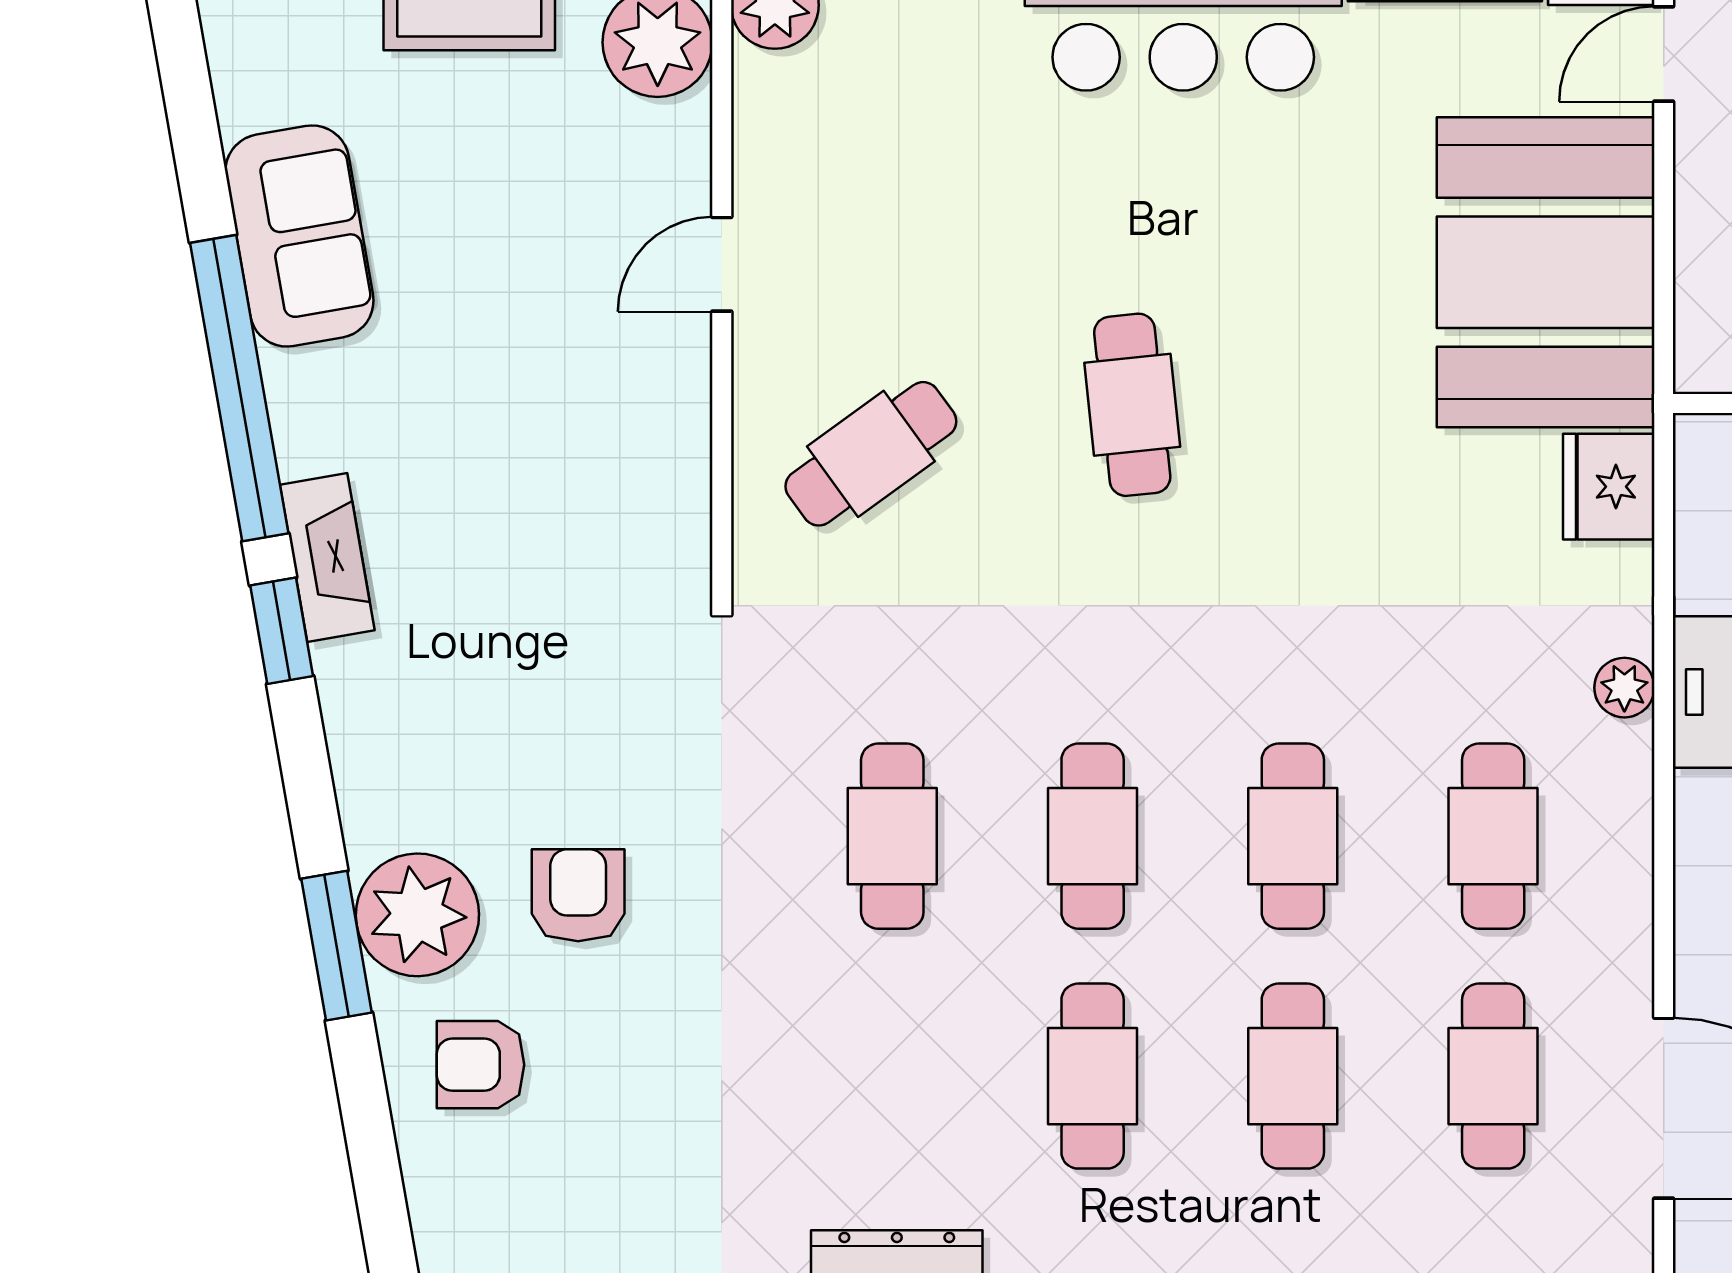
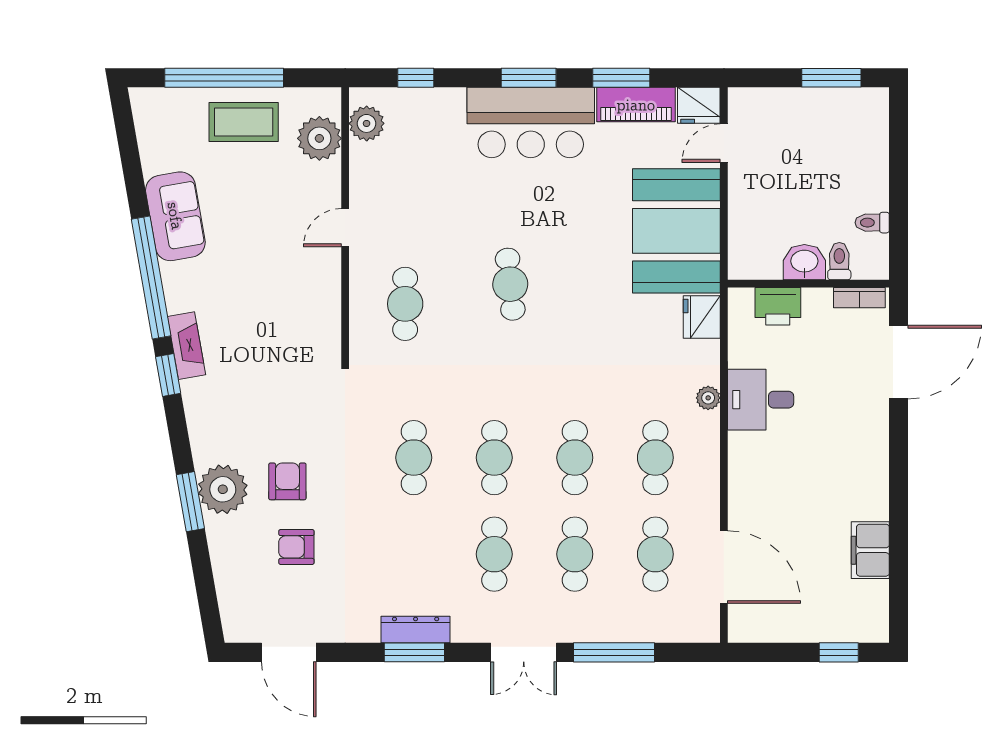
cafe table: (871, 454) -> (405, 304), turned -54
armchair: (480, 1065) -> (296, 547), moved

